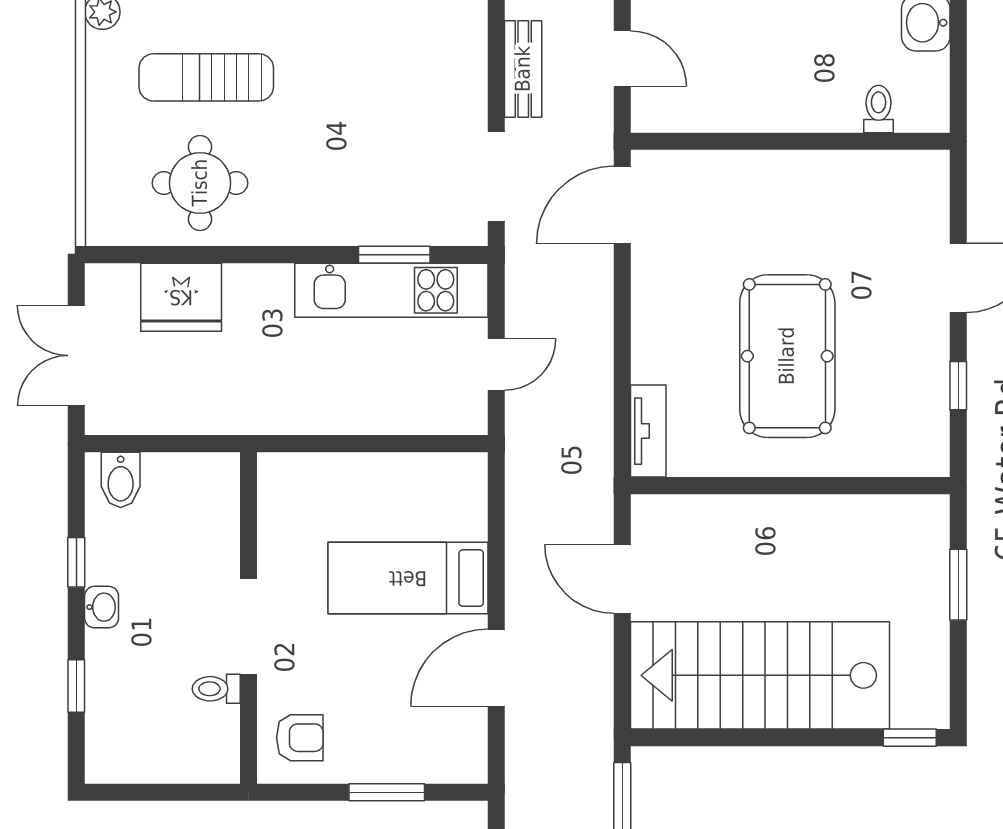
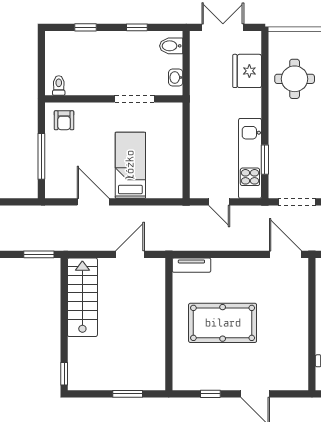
washbasin: (102, 607) -> (176, 77), moved, turned 90
doorway: (248, 626) -> (134, 99), moved
stairs: (760, 675) -> (82, 297), width x0.73, depth x0.66
toilet: (216, 689) -> (59, 86), moved
window: (387, 792) -> (41, 156), width x1.44

